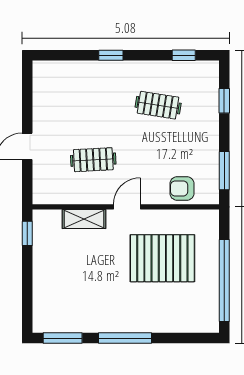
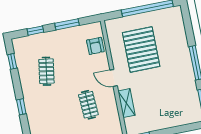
window: (224, 171) -> (67, 24), moved

